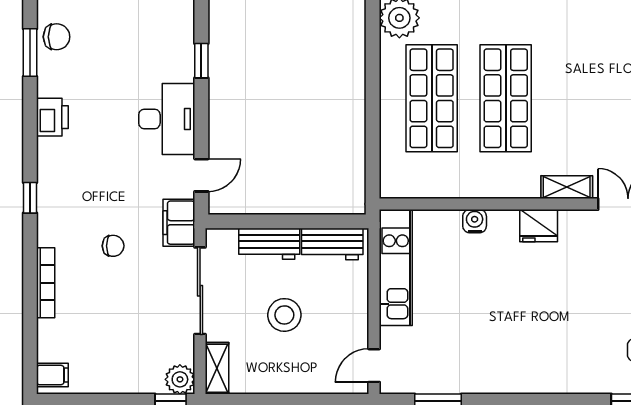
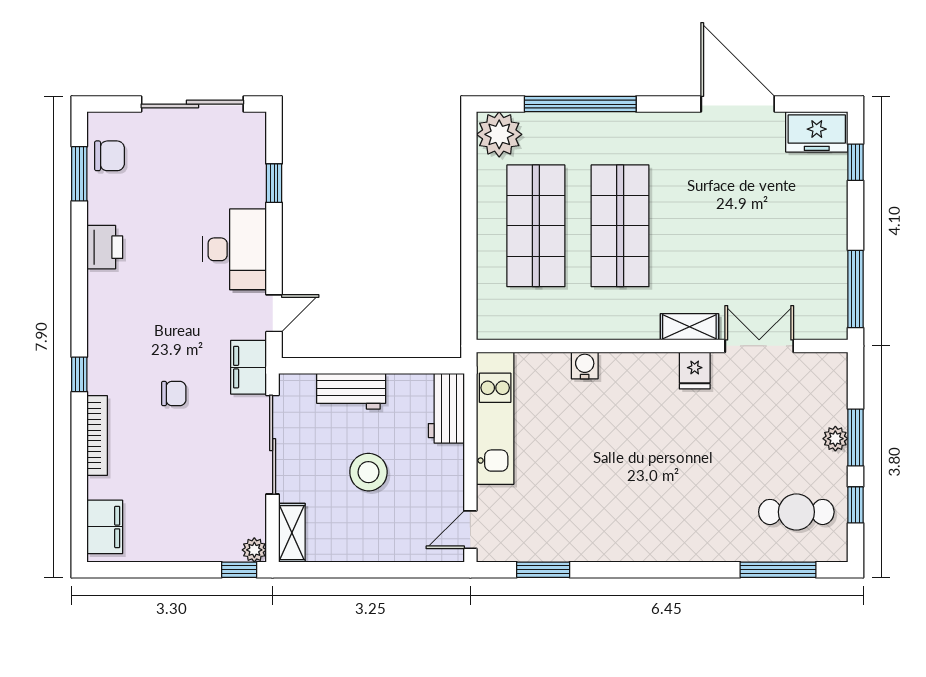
window: (30, 198) -> (79, 374), moved
fridge: (539, 226) -> (695, 370), moved, width x0.72
workbench: (332, 244) -> (446, 408), moved, turned 90
filing cabinet: (52, 375) -> (105, 527), width x2.00
plant: (180, 379) -> (254, 550), width x0.73, depth x0.73

